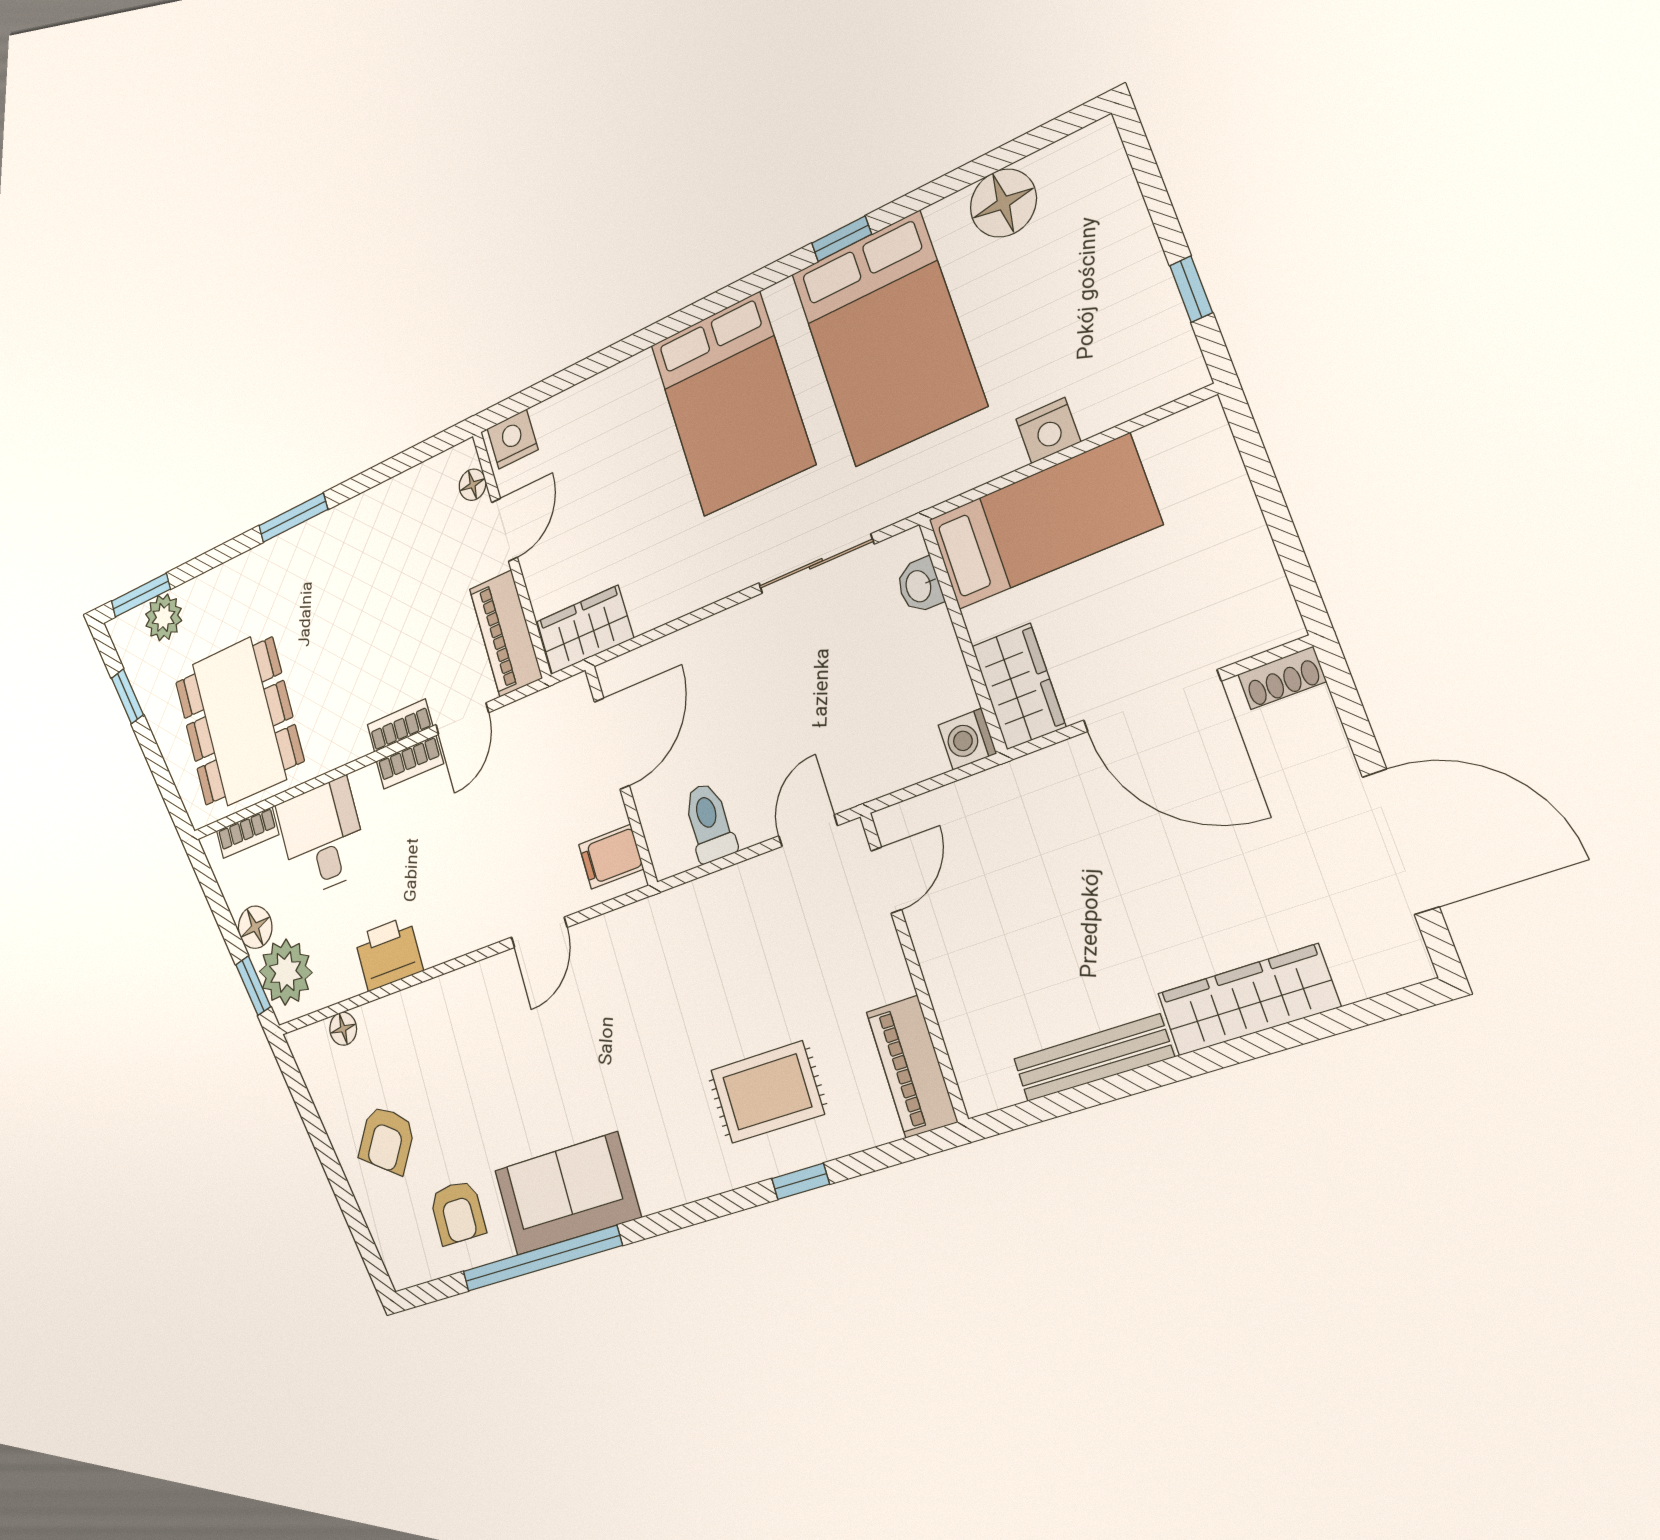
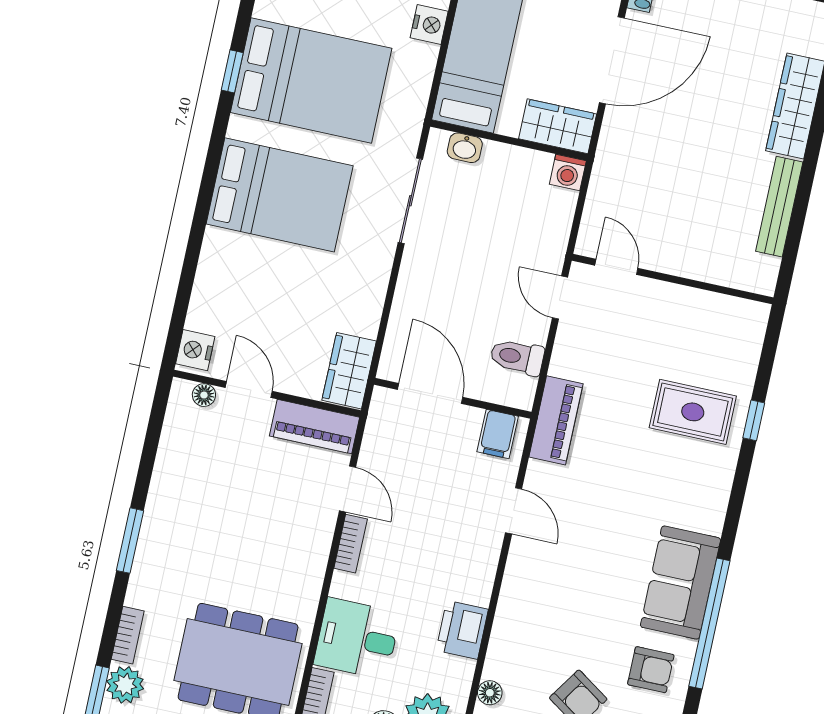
bookcase: (400, 725) -> (128, 635), moved, turned 180
piano: (912, 1067) -> (556, 420), moved, turned -90
rug: (767, 1092) -> (693, 412), turned 90

